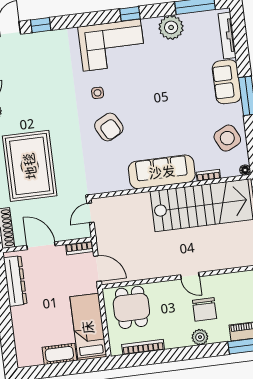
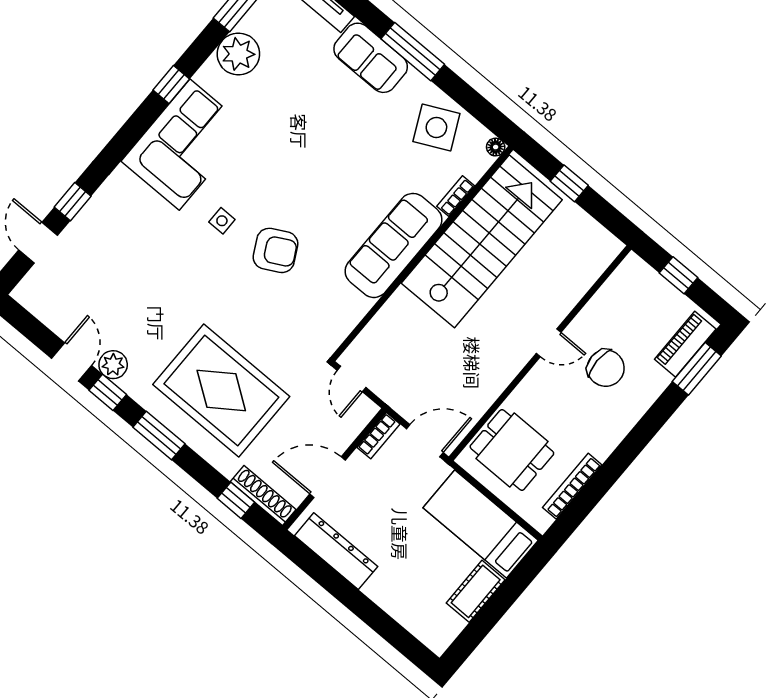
plant: (200, 337) -> (632, 408), removed

